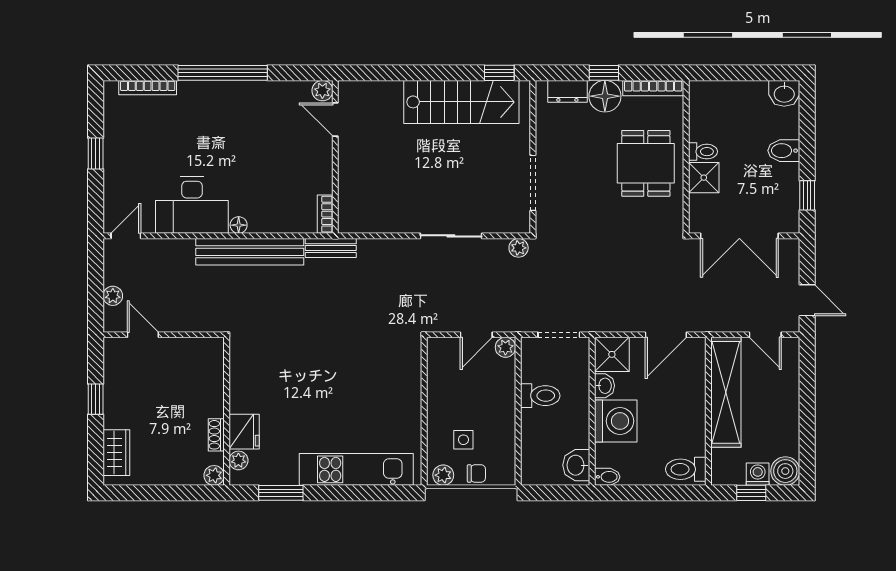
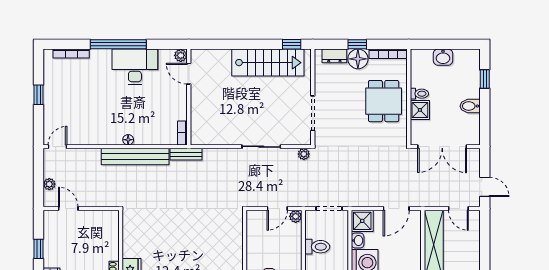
washbasin: (784, 93) -> (443, 57), moved
bidet: (784, 151) -> (470, 106), moved
window: (807, 195) -> (485, 79), moved
desk: (192, 205) -> (135, 67), moved, turned 180

